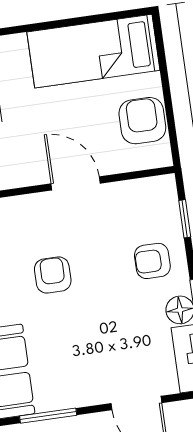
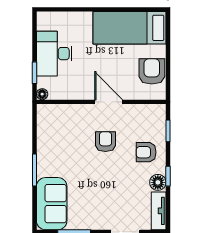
armchair: (53, 275) -> (105, 142), moved

